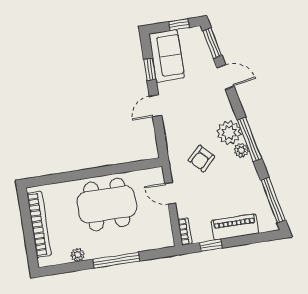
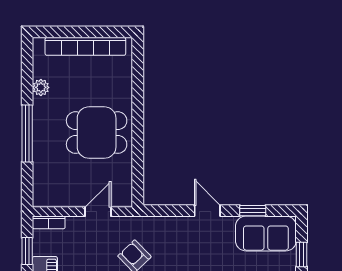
dining table: (107, 204) -> (97, 133), width x0.73

